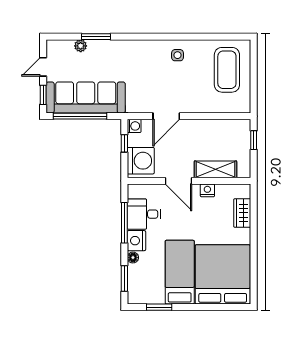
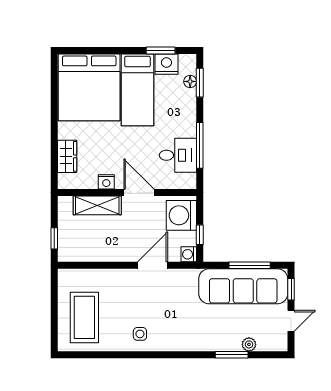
window: (80, 116) -> (250, 265), width x0.68
nightstand: (136, 241) -> (166, 64), moved, turned -90
floor lamp: (133, 258) -> (190, 81), moved

